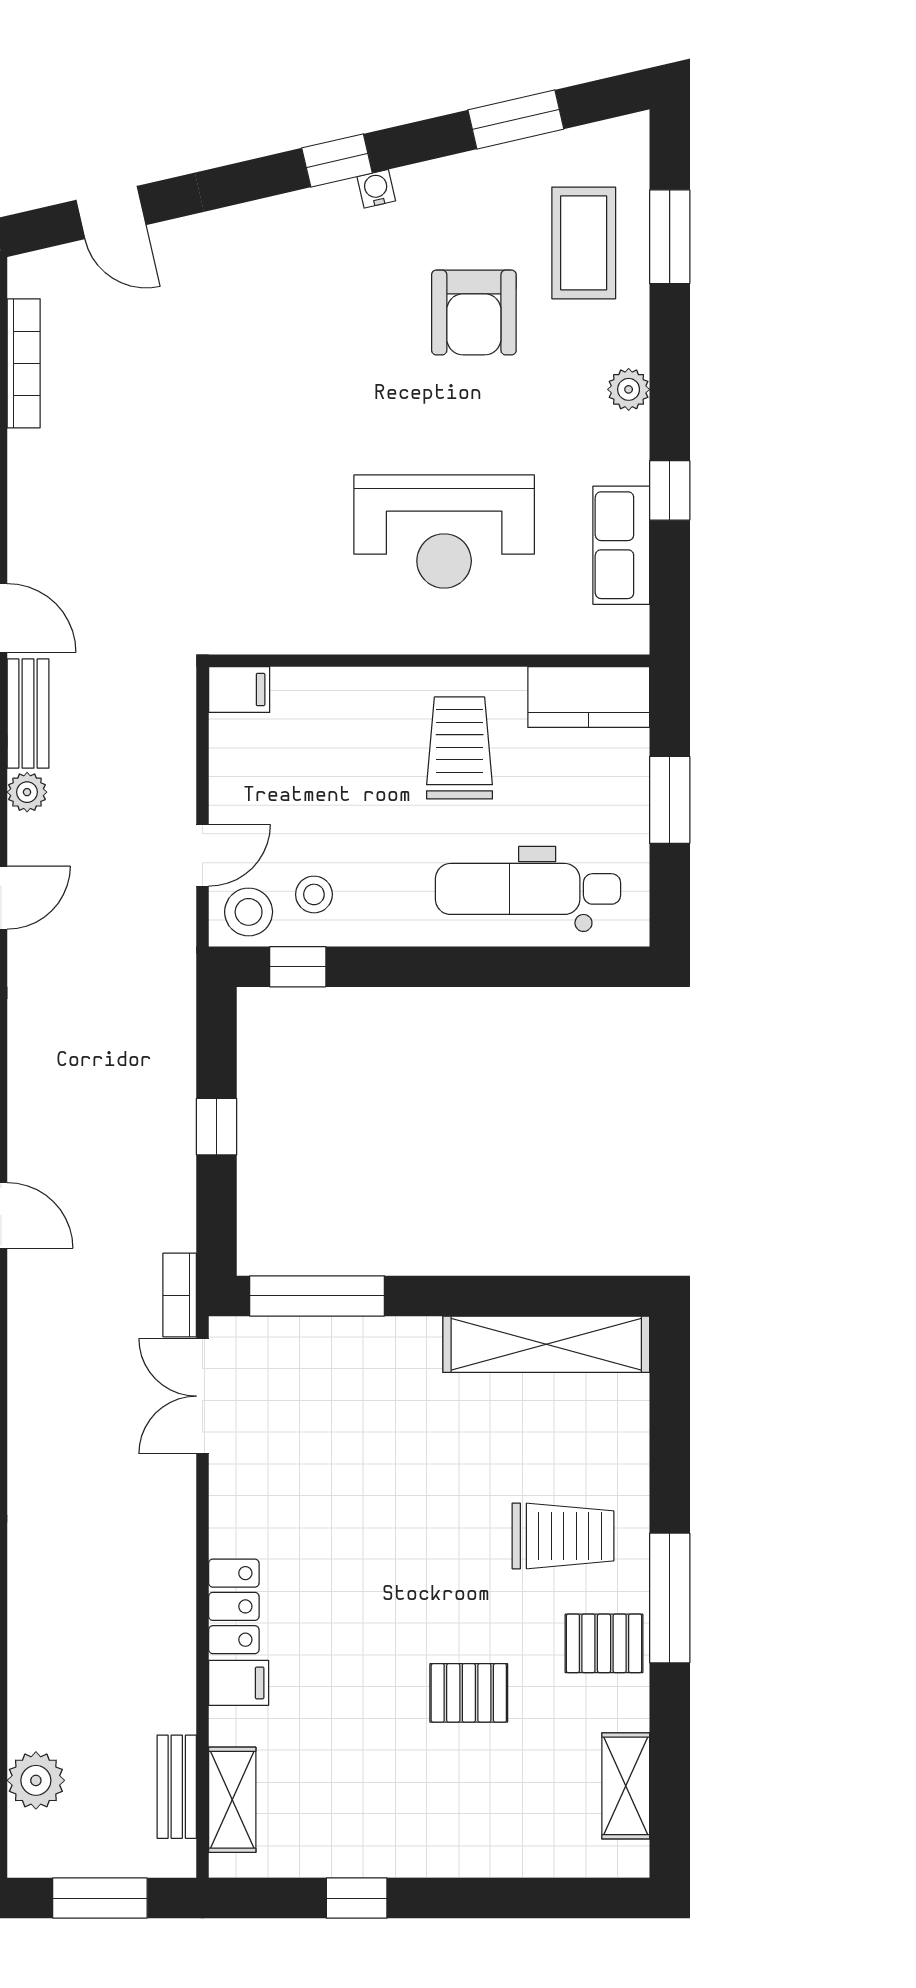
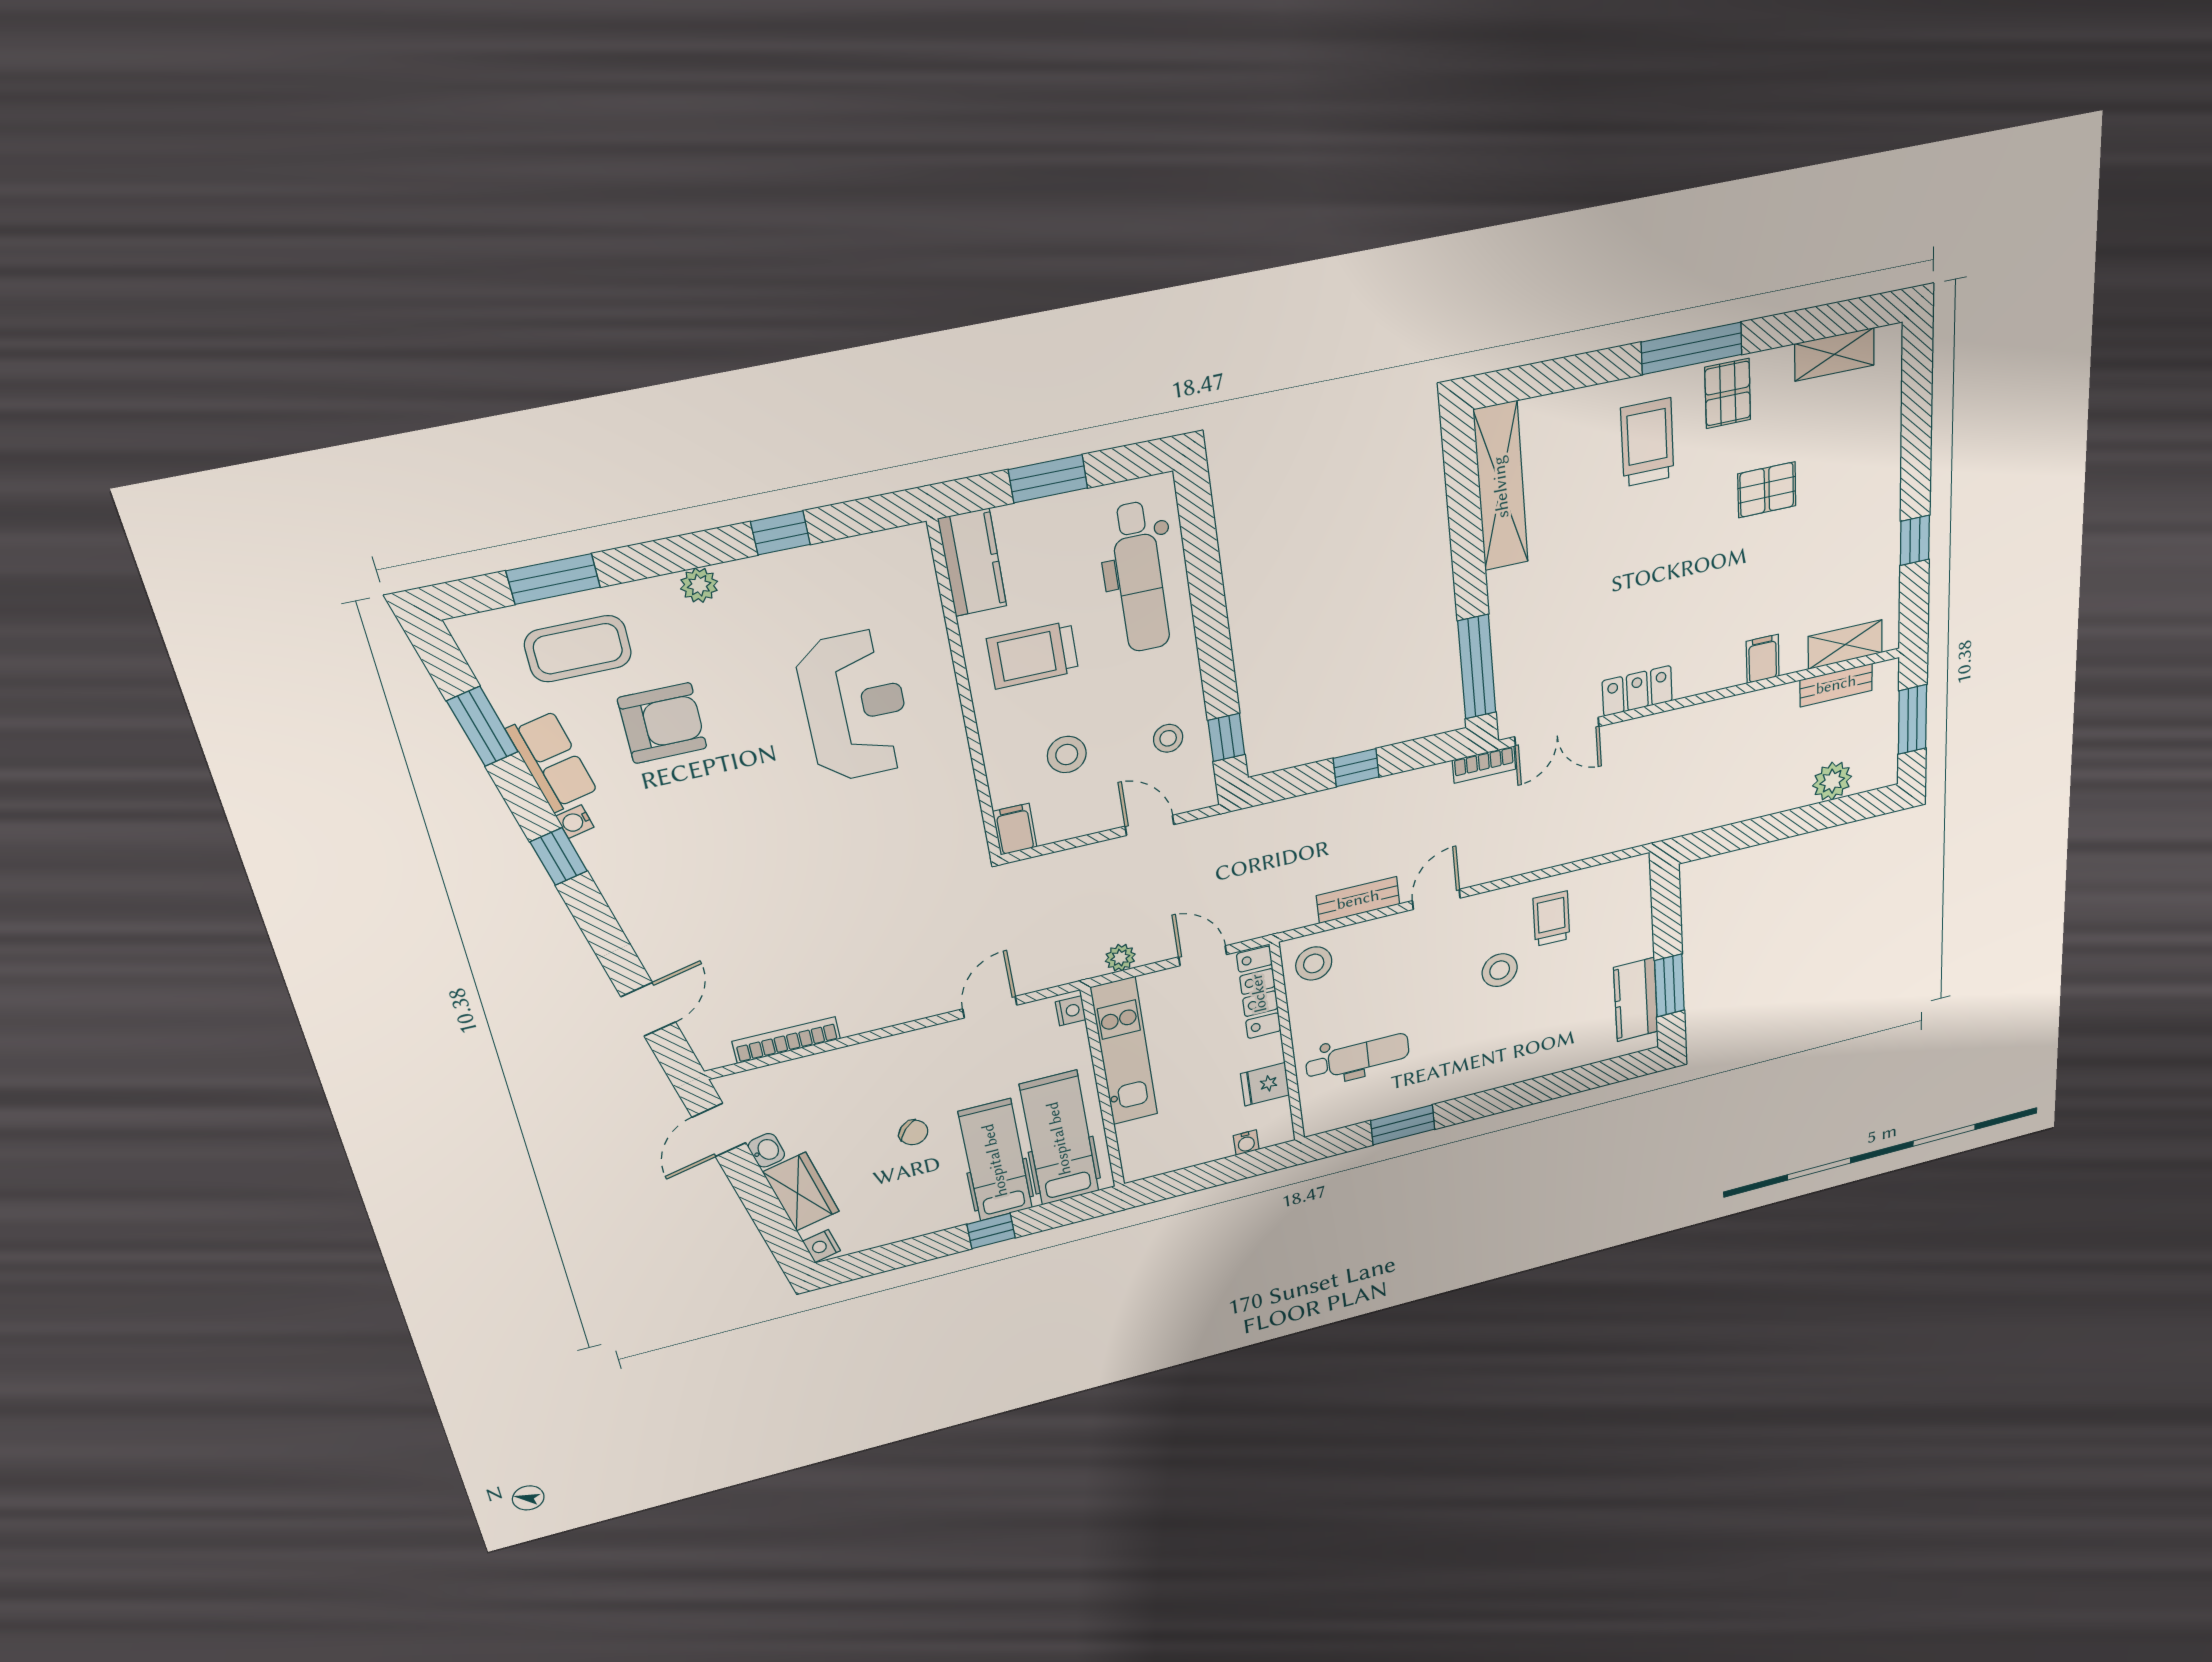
row of seats: (621, 545) -> (552, 761), moved, turned -103
bench: (28, 714) -> (1358, 900), moved
stool: (249, 912) -> (1067, 755), moved
locker: (234, 1606) -> (1637, 691), moved
pallet: (469, 1693) -> (1767, 490), turned 90

